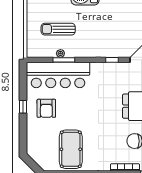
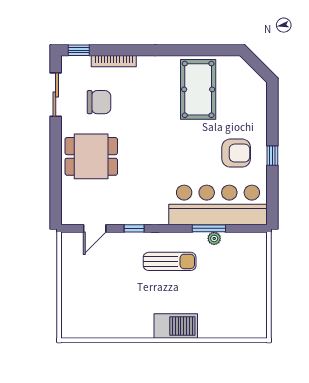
sun lounger: (58, 29) -> (170, 261), moved
armchair: (46, 108) -> (236, 153), turned 90

